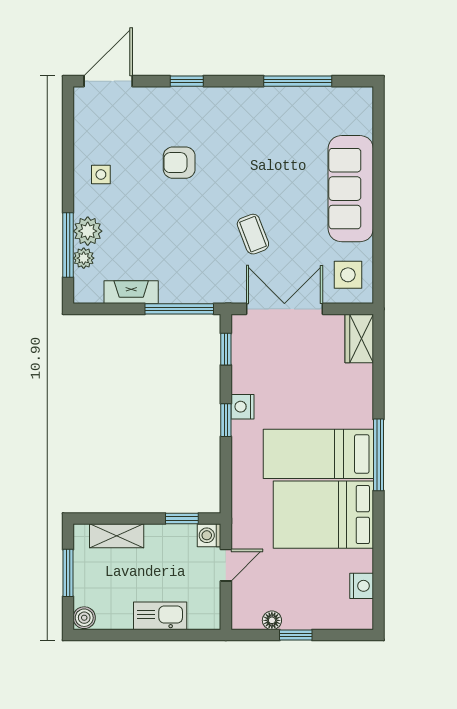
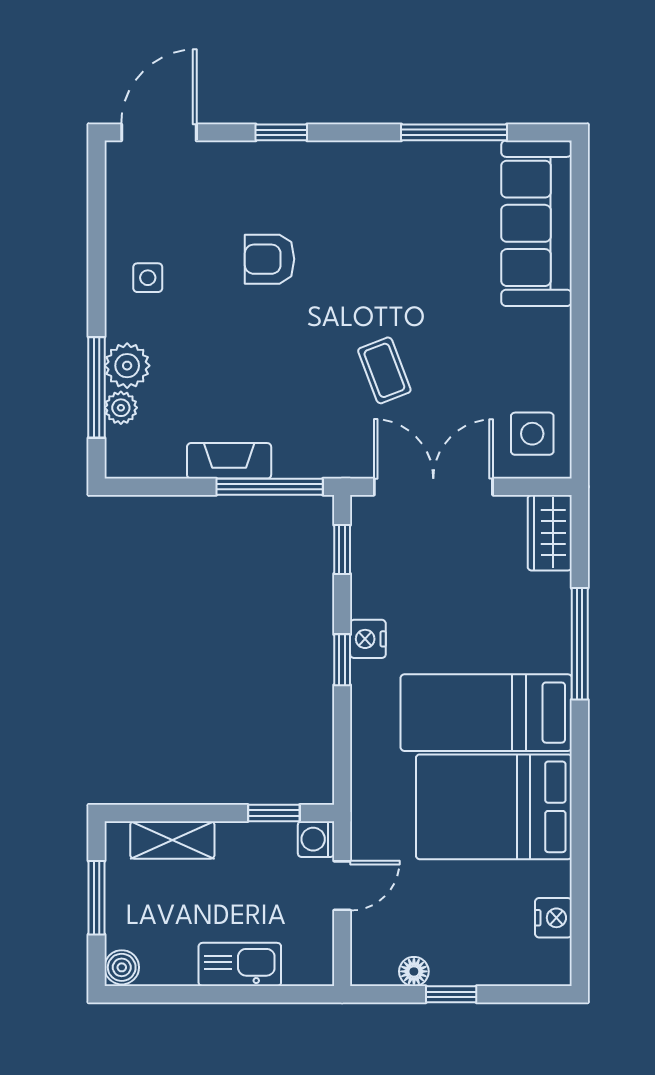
sofa: (351, 189) -> (537, 223), moved
fireplace: (131, 292) -> (229, 461), moved
window: (379, 455) -> (580, 644), moved

